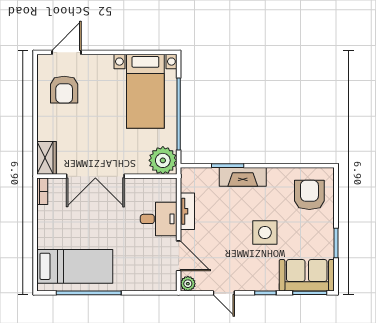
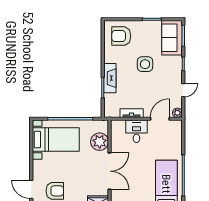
plant: (163, 160) -> (100, 142), moved

